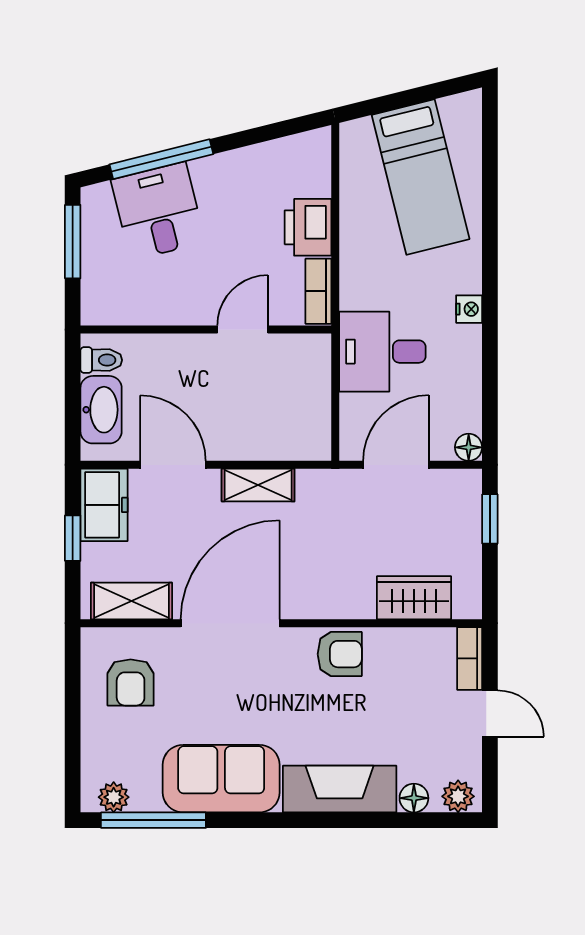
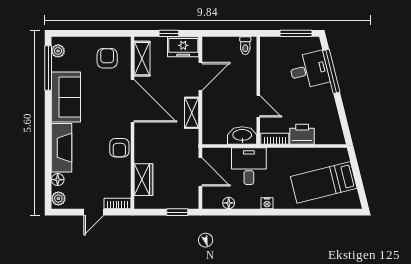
washbasin: (101, 410) -> (242, 135), moved, turned 180
floor lamp: (469, 447) -> (229, 203), moved
armchair: (131, 683) -> (107, 58), turned 90

